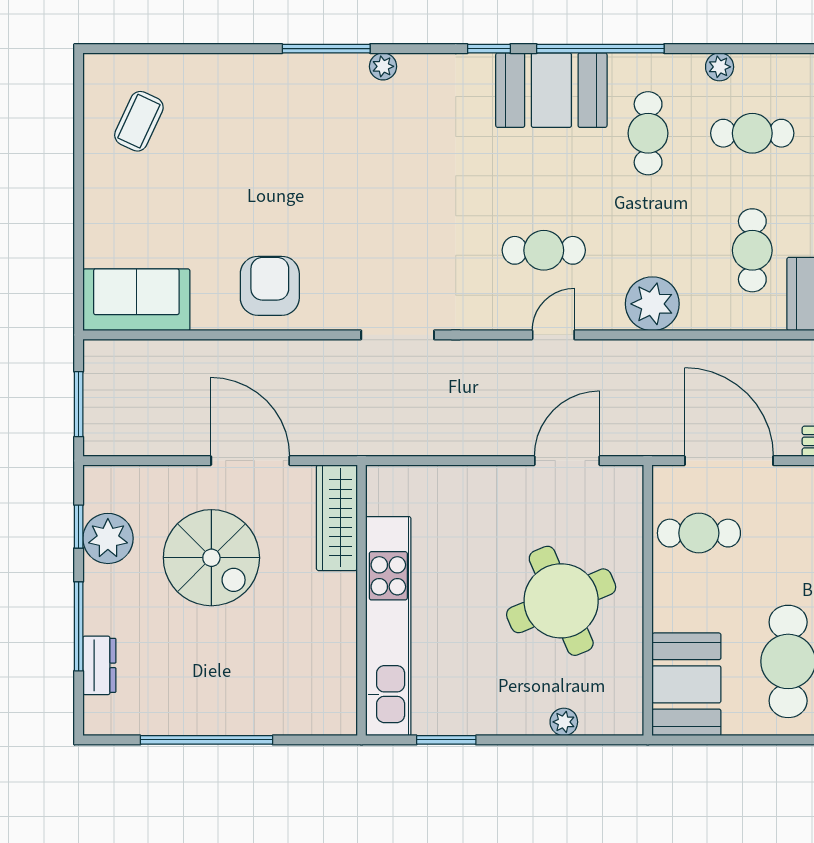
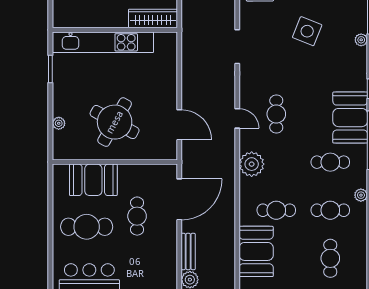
cafe table: (752, 133) -> (330, 210), turned 90
side table: (364, 183) -> (307, 31), added
cafe table: (699, 533) -> (137, 216), moved
round table: (561, 601) -> (115, 122), turned -38
booth: (686, 684) -> (93, 180), moved

